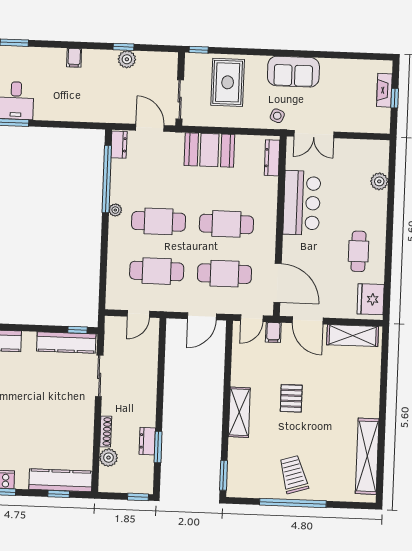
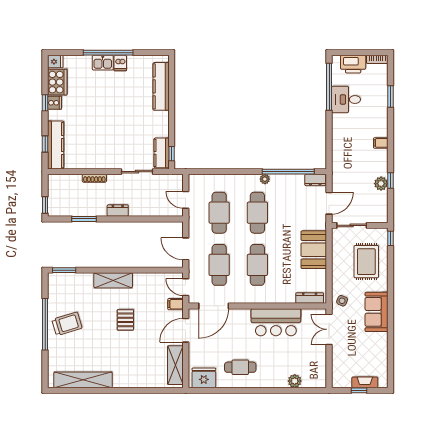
rug: (228, 82) -> (366, 262), turned 90
kitchen counter: (66, 342) -> (162, 153), width x0.67
pallet: (291, 398) -> (125, 320), turned 90
dresser: (147, 441) -> (118, 211), moved
plant: (108, 458) -> (74, 181), removed

